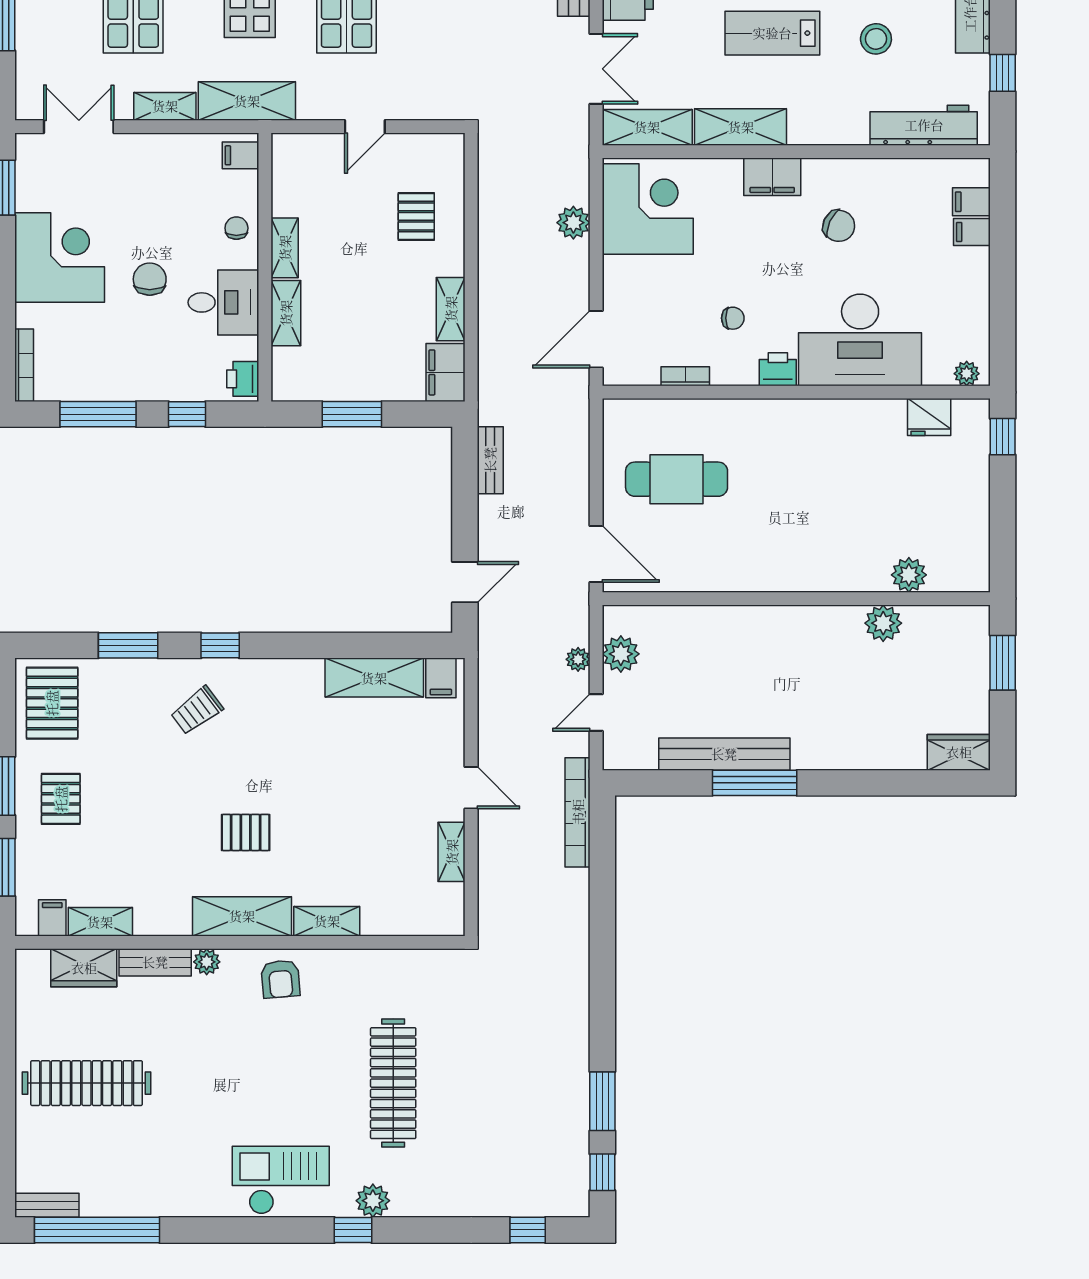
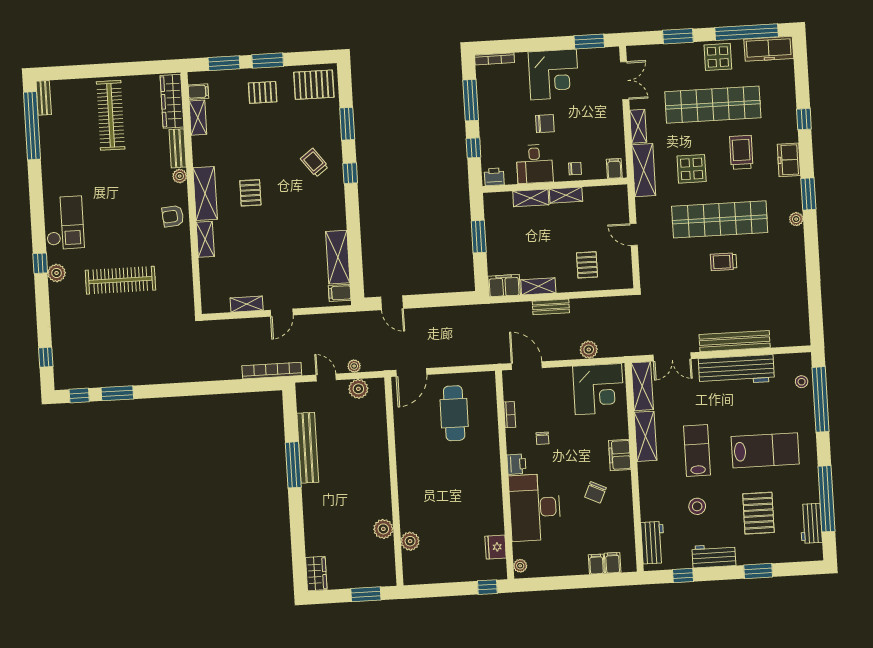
workbench: (924, 125) -> (653, 543), width x0.73
pallet: (416, 216) -> (587, 265), turned 90
bench: (490, 460) -> (551, 307), moved
wardrobe: (84, 968) -> (172, 101), width x1.50

